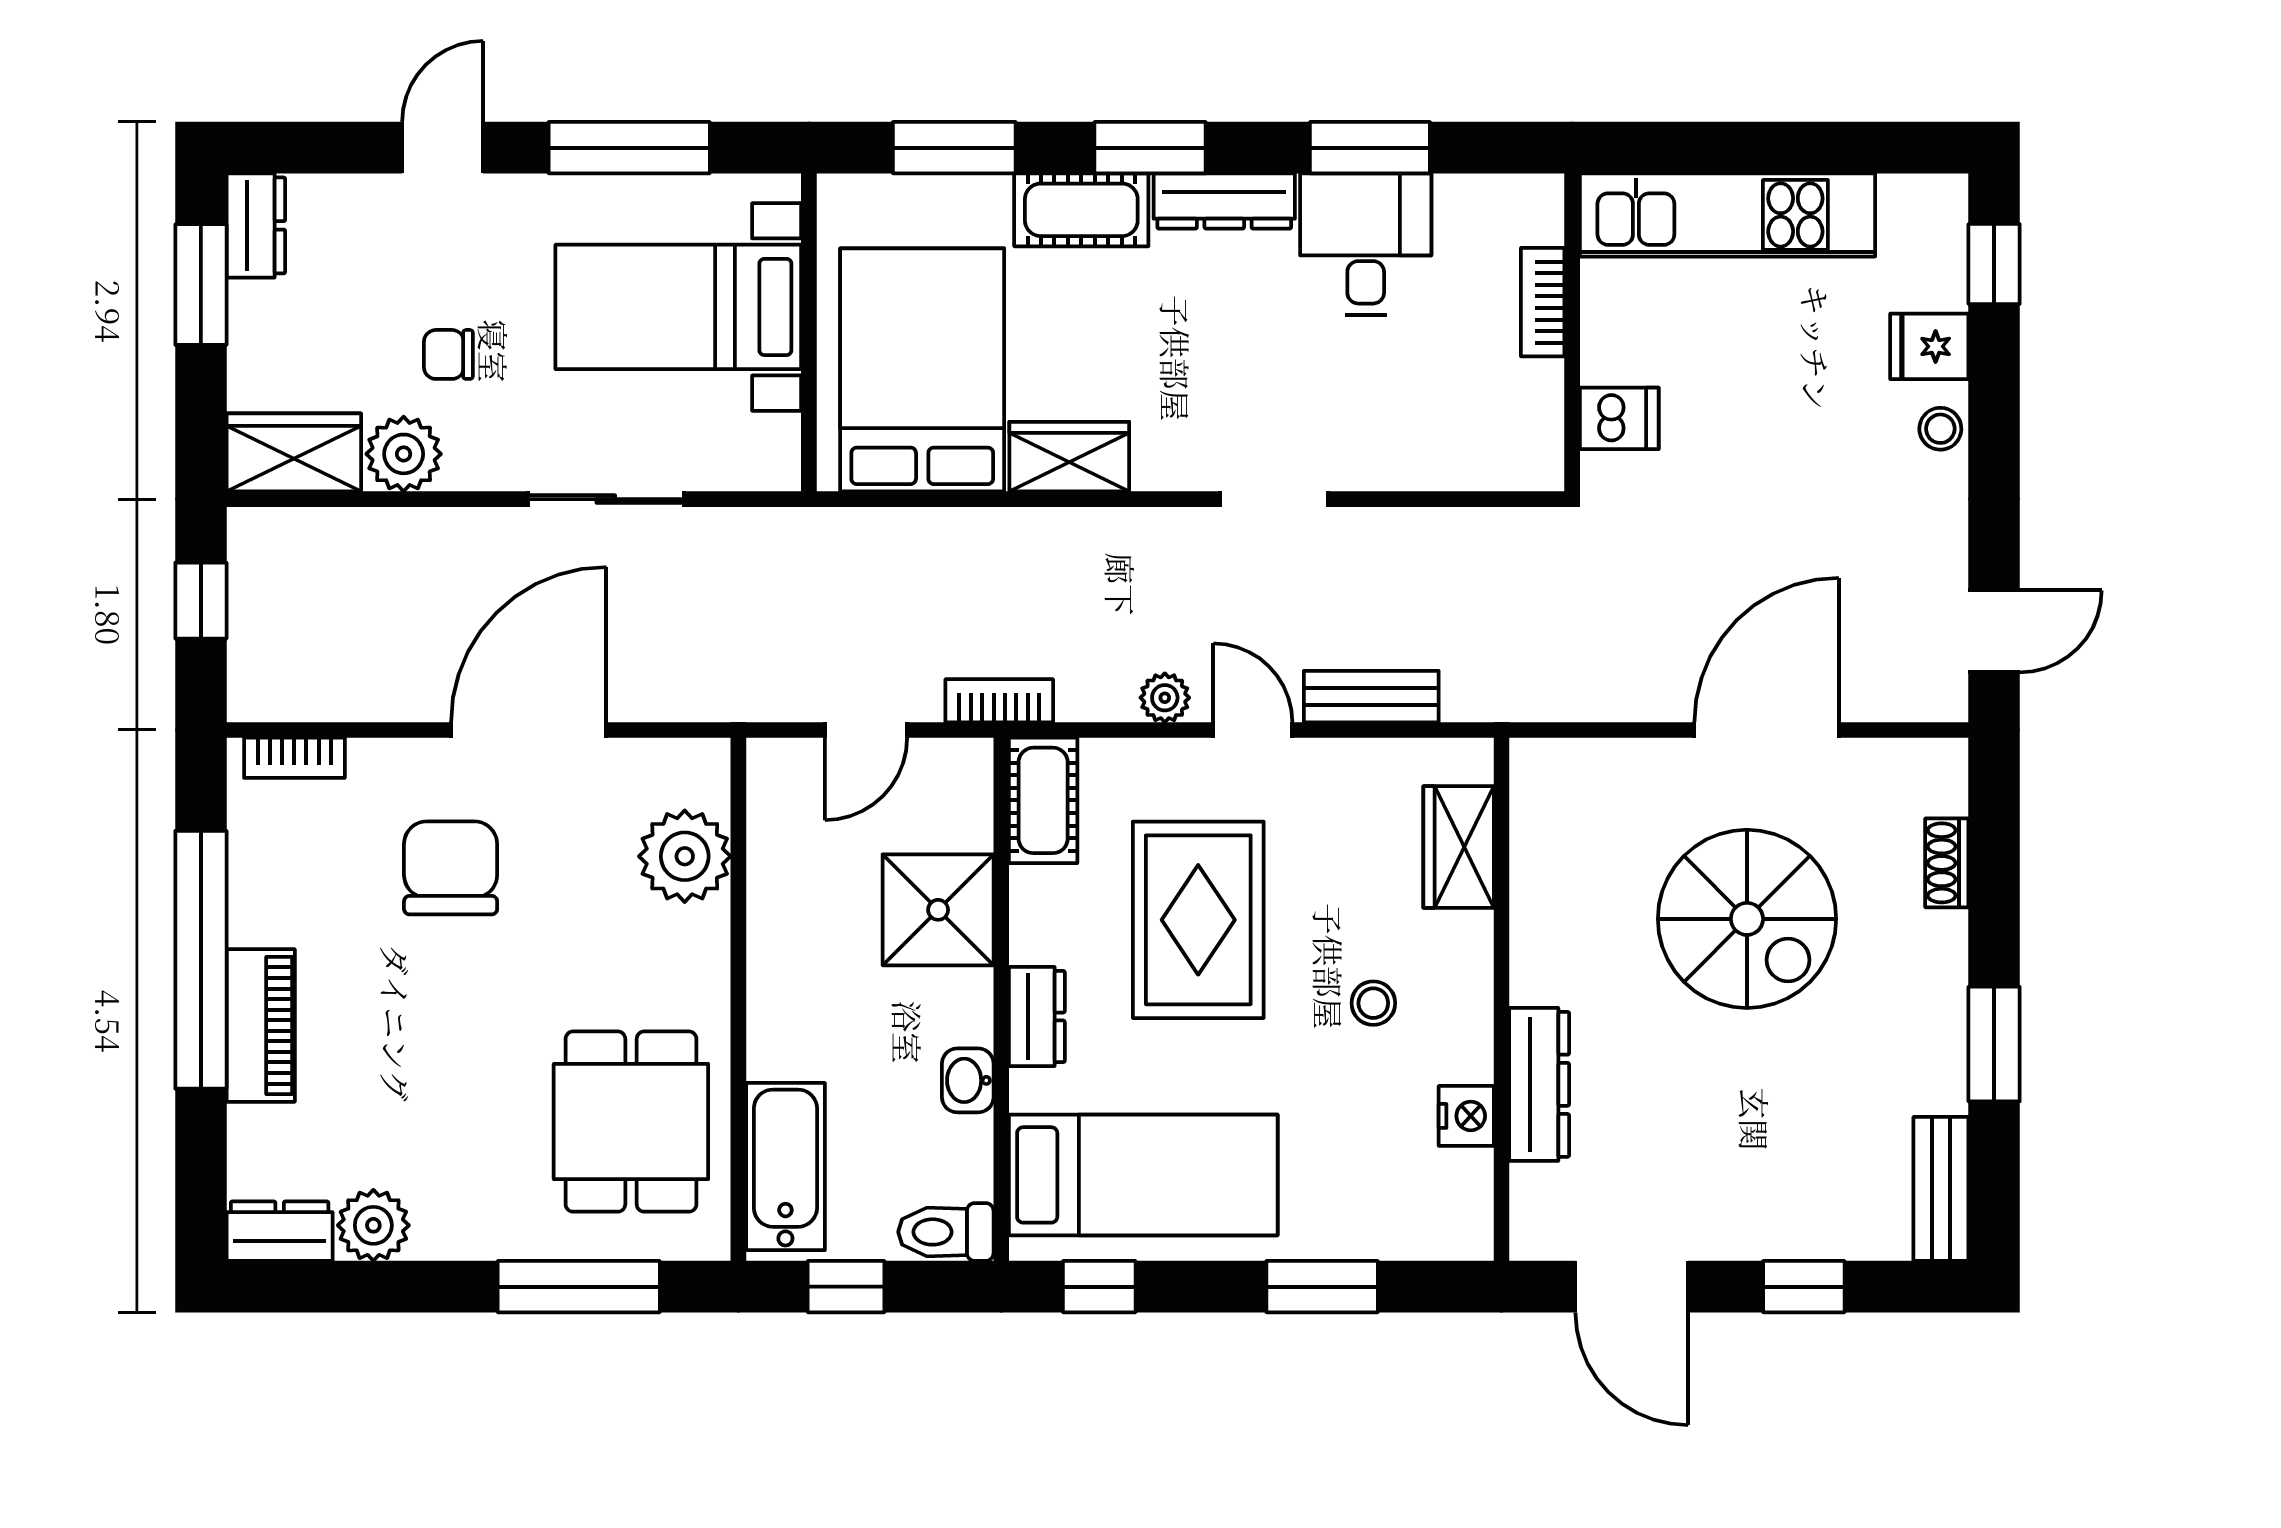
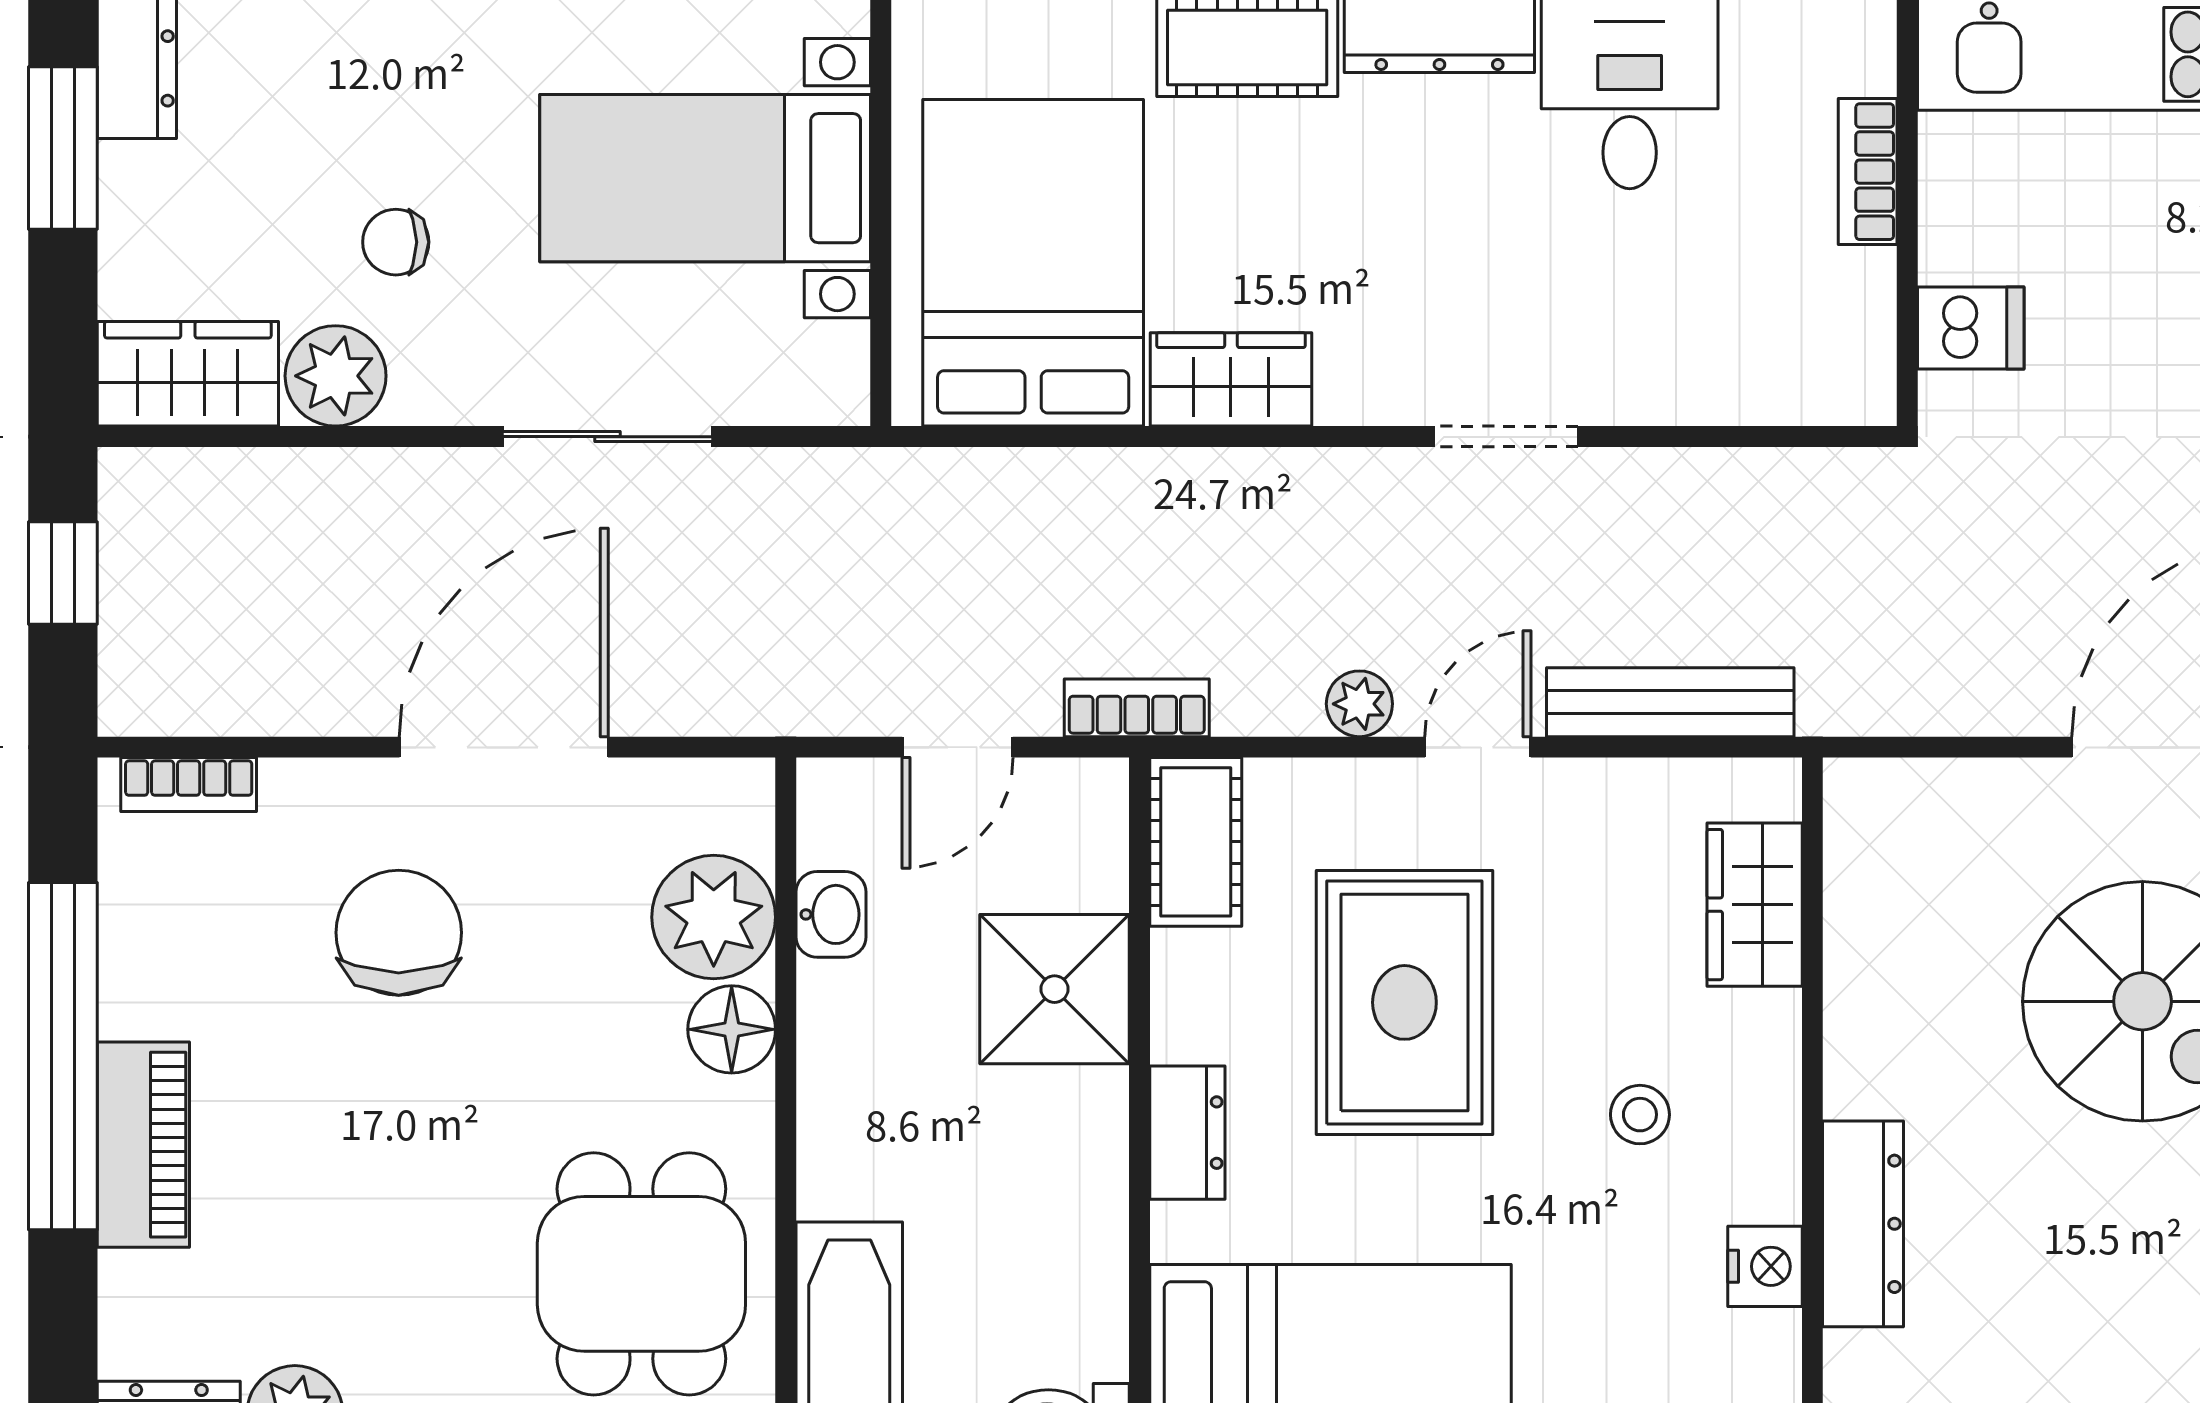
bench: (1371, 697) -> (1670, 702), width x1.36
door: (1253, 730) -> (1478, 747), hinge flipped
floor lamp: (698, 940) -> (732, 1029), added
washbasin: (968, 1080) -> (831, 914), moved, turned 180

